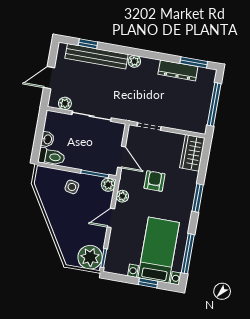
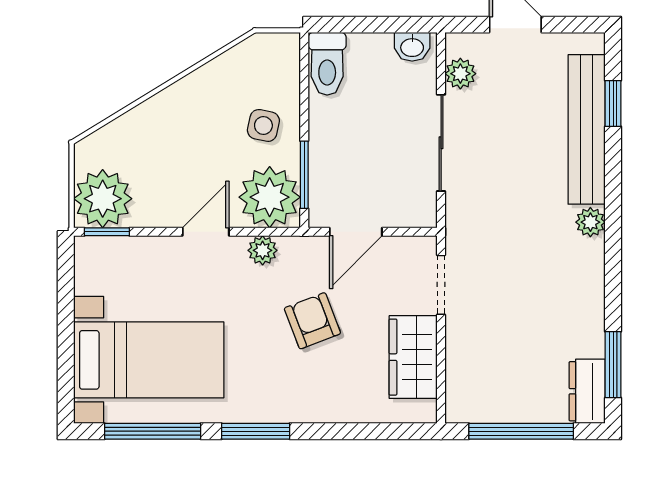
dresser: (178, 70) -> (587, 391), moved, width x0.70
washbasin: (47, 139) -> (412, 47), moved
wardrobe: (192, 153) -> (413, 357), moved, turned -90
armchair: (154, 181) -> (312, 321), turned -111
plant: (108, 185) -> (270, 197), width x1.87, depth x1.87
window: (198, 198) -> (256, 431), moved
door: (111, 218) -> (206, 232), hinge flipped
window: (148, 283) -> (66, 349), removed

